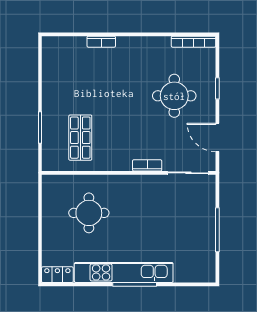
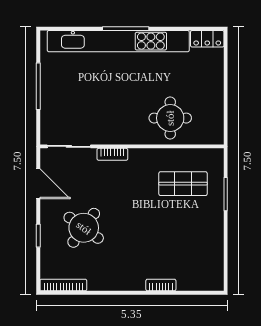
round table: (174, 96) -> (84, 228), turned 36
shop shelf: (80, 138) -> (183, 184), turned 90
round table: (89, 213) -> (170, 118), moved
kitchen unit: (124, 272) -> (118, 41), width x1.36

